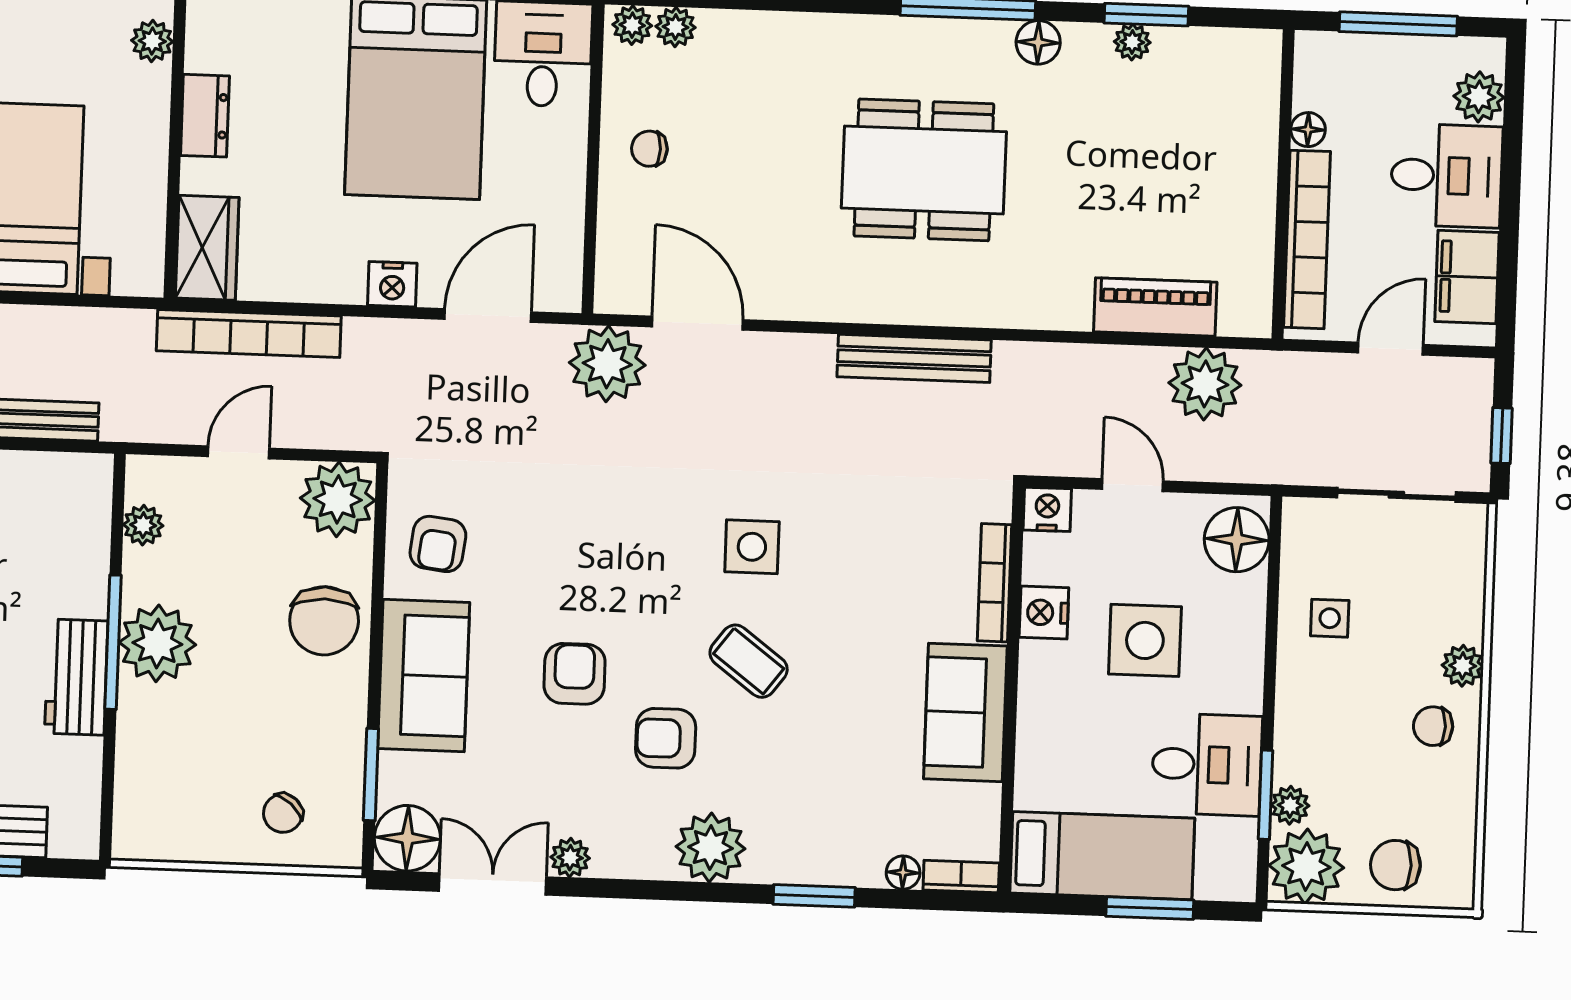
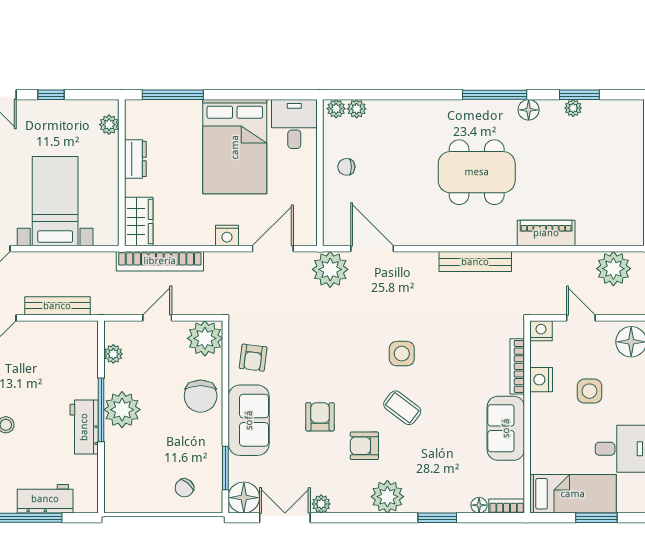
piano: (1155, 307) -> (546, 233), moved
side table: (1145, 640) -> (589, 391), width x0.73, depth x0.73

